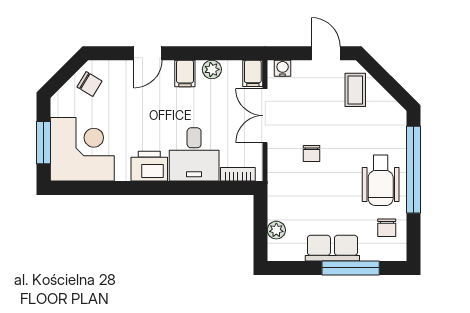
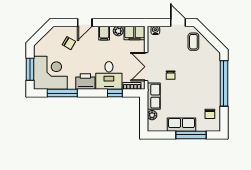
filing cabinet: (253, 73) -> (135, 33), width x2.00
chair: (89, 84) -> (69, 43), moved
double door: (265, 116) -> (146, 67), moved
wheelchair: (381, 180) -> (207, 89), removed
window: (105, 188) -> (62, 93), added
window: (205, 188) -> (115, 93), added
row of seats: (279, 194) -> (154, 96), added

